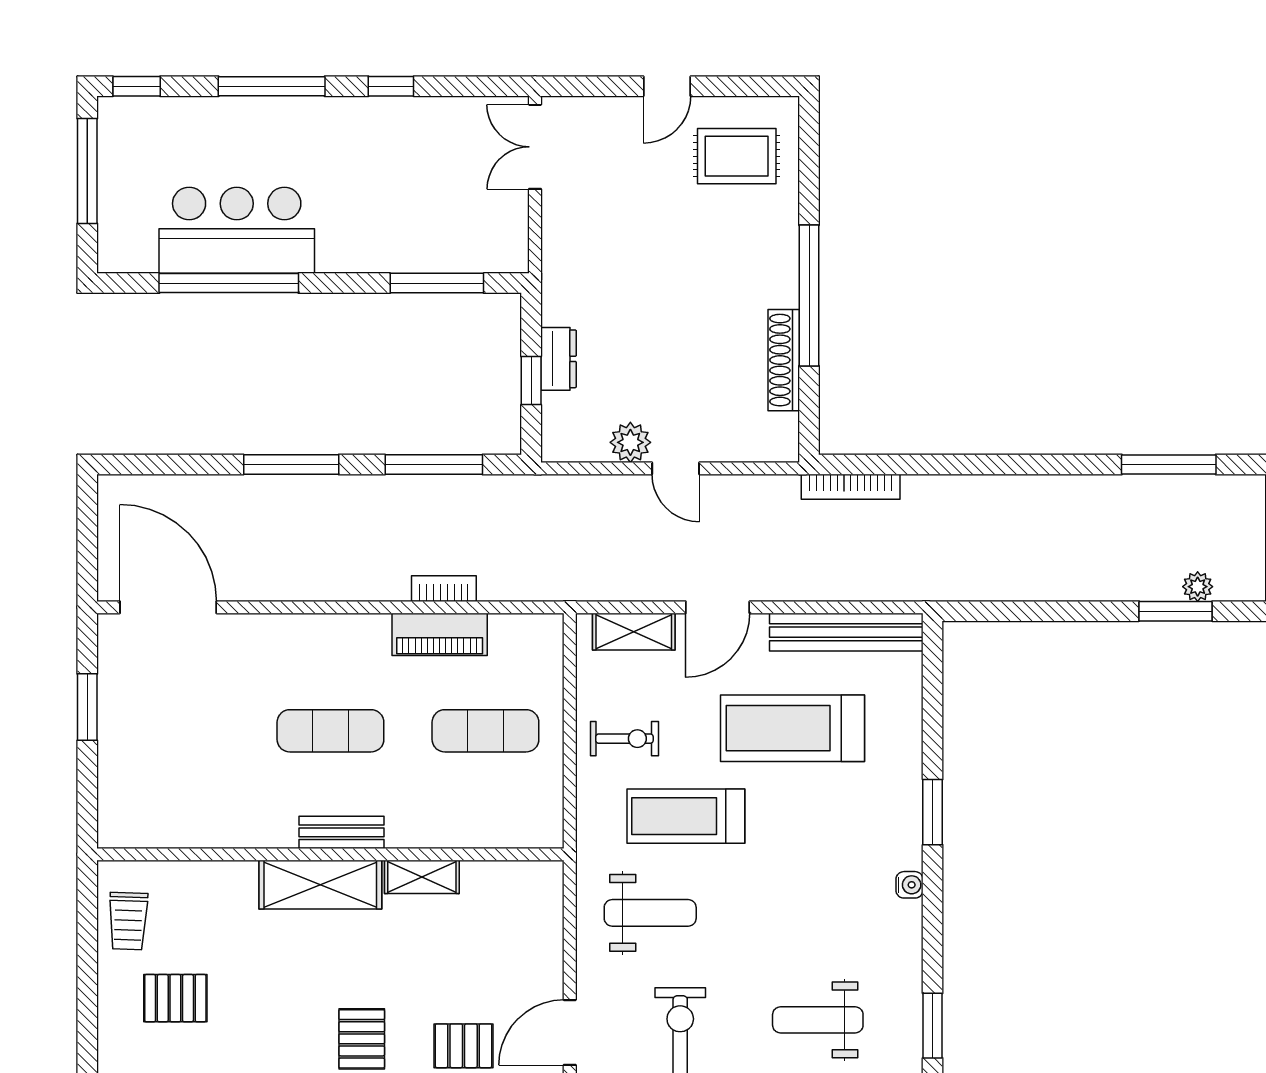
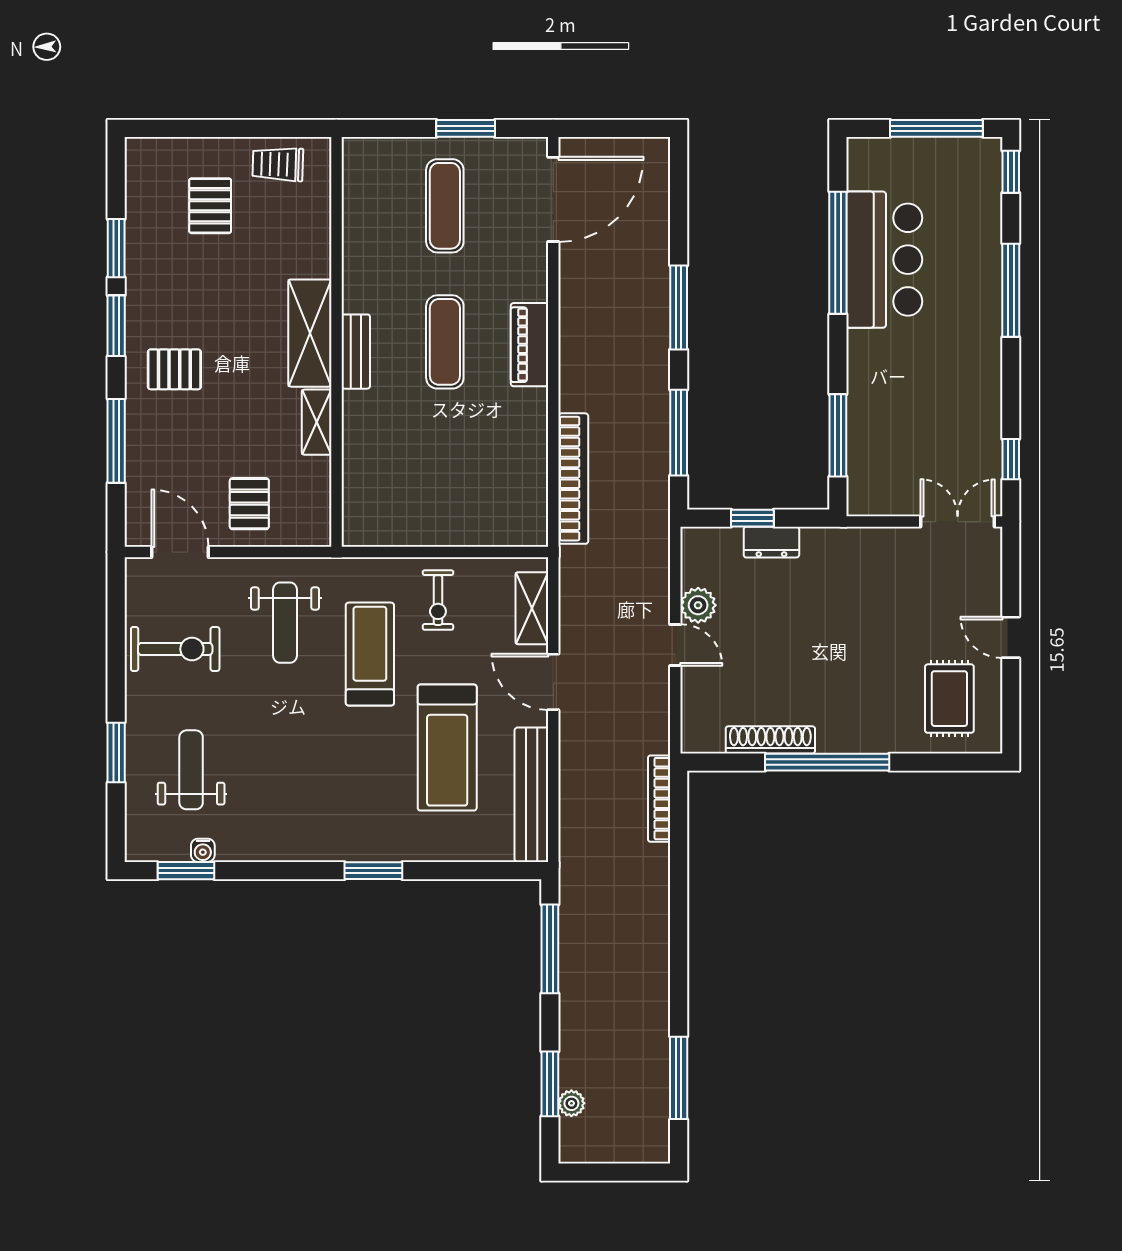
window: (391, 86) -> (1011, 459), moved
door: (676, 468) -> (675, 645), swing flipped
bookcase: (444, 589) -> (573, 479), width x2.31, depth x1.31
window: (1022, 611) -> (550, 949), added
piano: (440, 634) -> (530, 345), moved
treadmill: (792, 728) -> (447, 748), turned 180
exercise mat: (485, 731) -> (445, 206), moved
water cooler: (909, 885) -> (203, 850), moved
pallet: (464, 1046) -> (249, 504), moved

